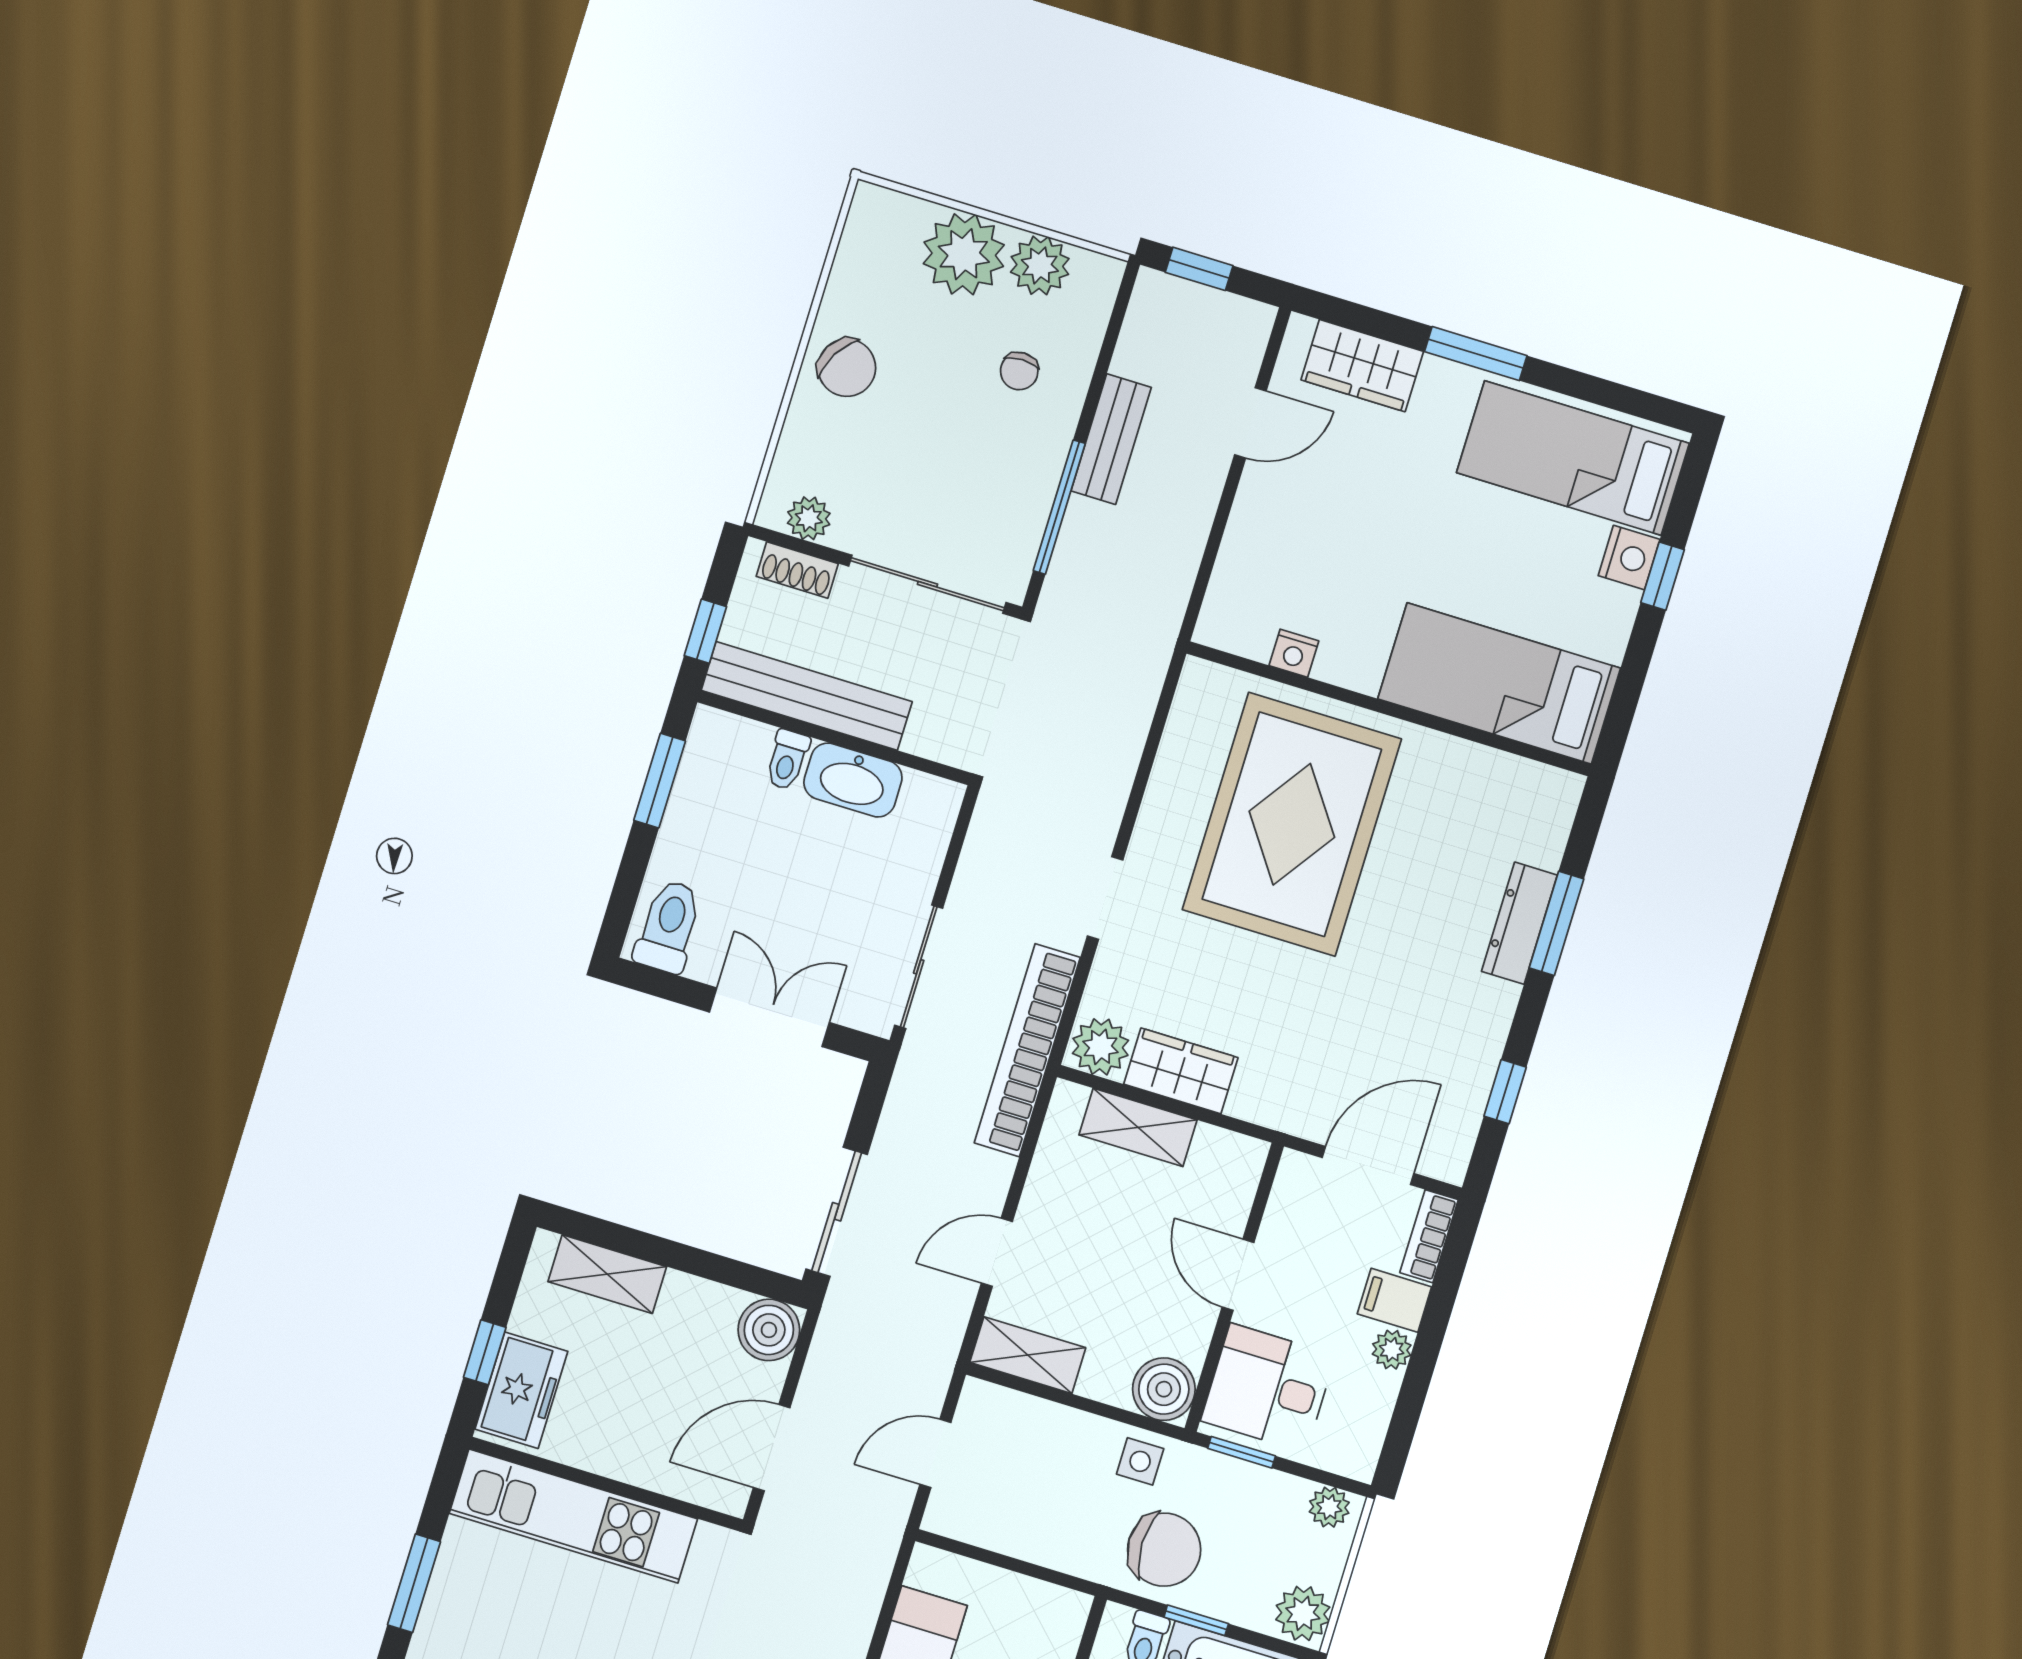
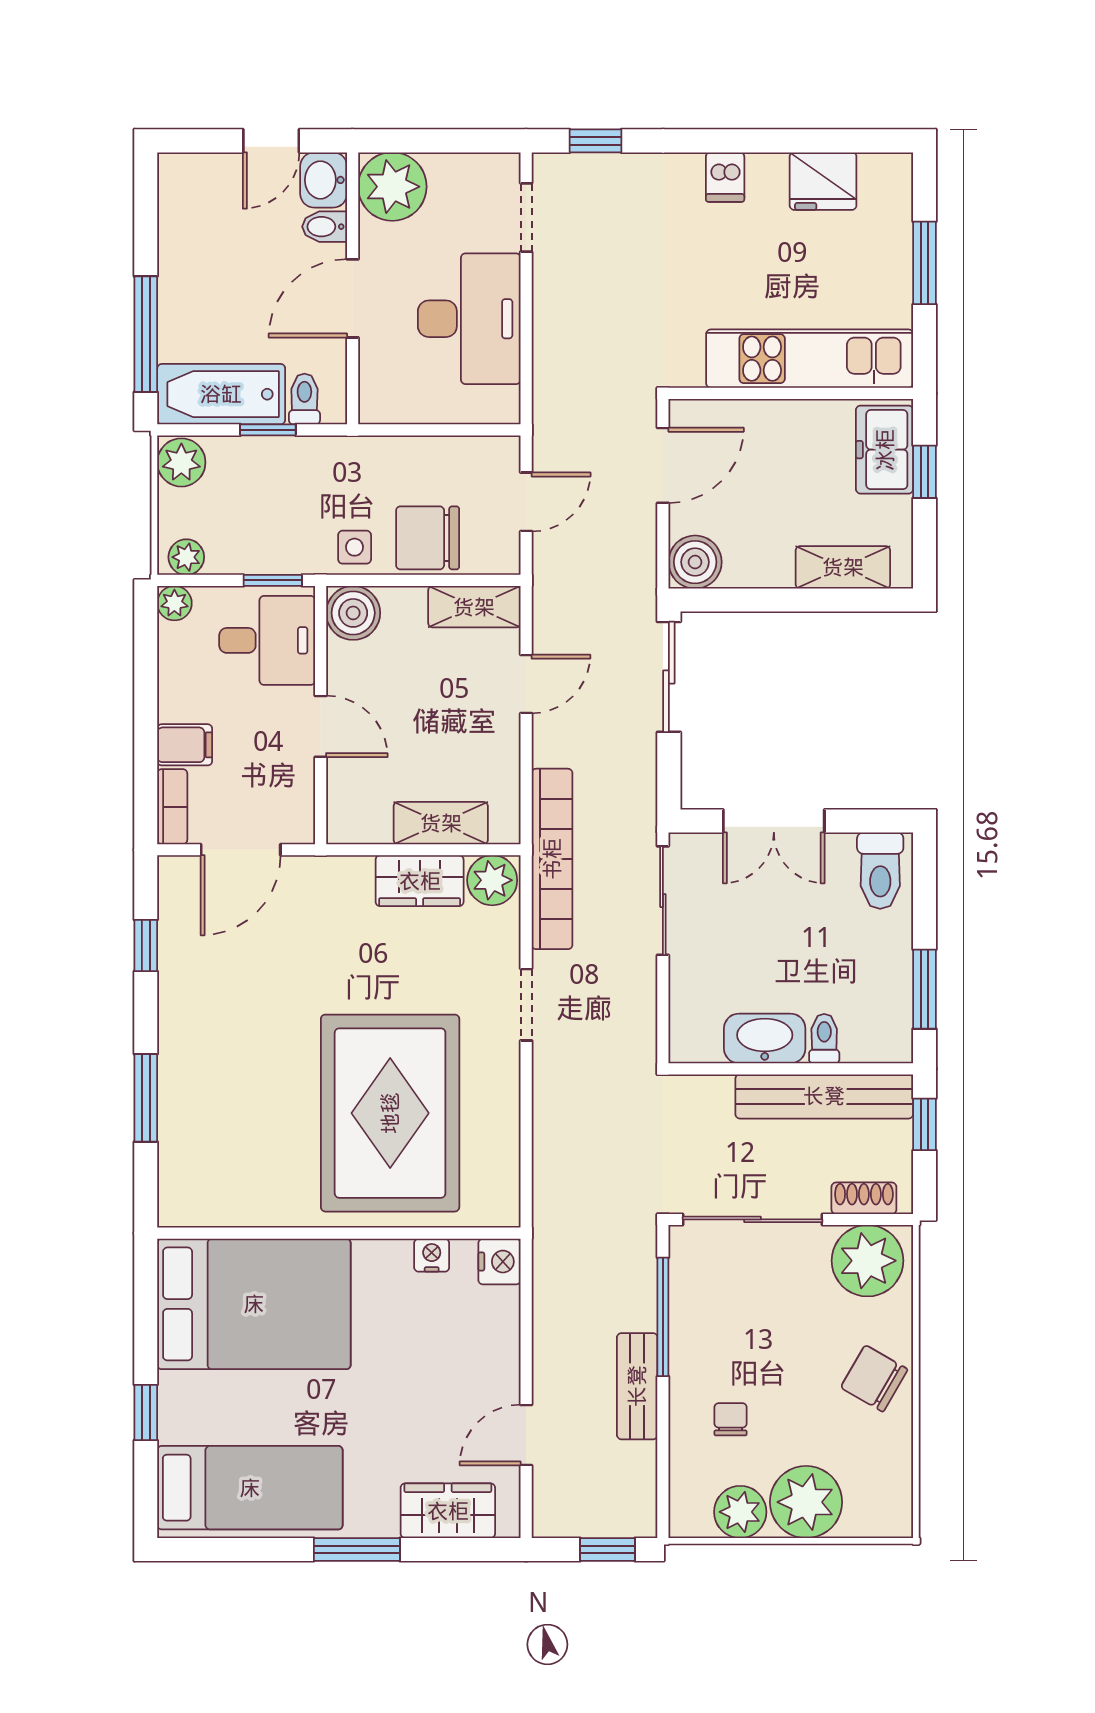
plant: (809, 518) -> (868, 1261), width x1.87, depth x1.87
nightstand: (1629, 558) -> (499, 1262), moved, turned 180
bed: (1499, 683) -> (254, 1304), width x1.50
dresser: (1519, 923) -> (177, 1089), removed
plant: (1392, 1350) -> (174, 603), moved
chair: (1164, 1550) -> (428, 538), moved

